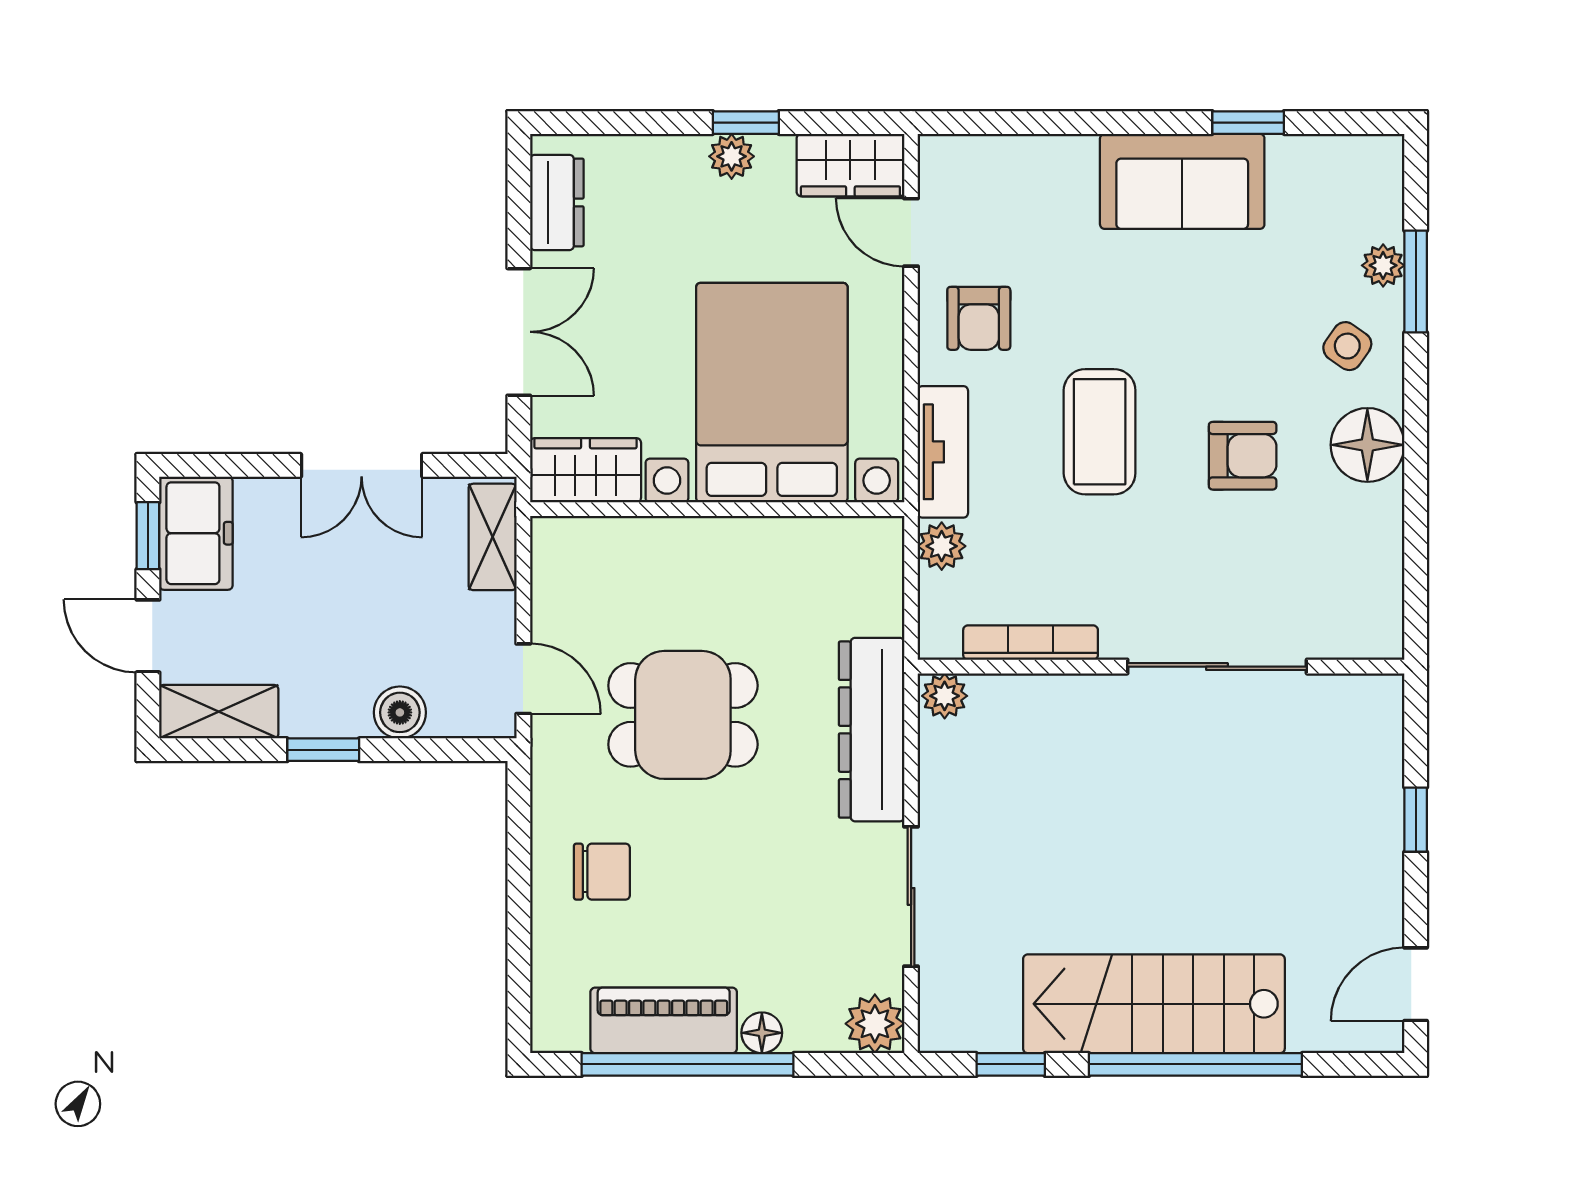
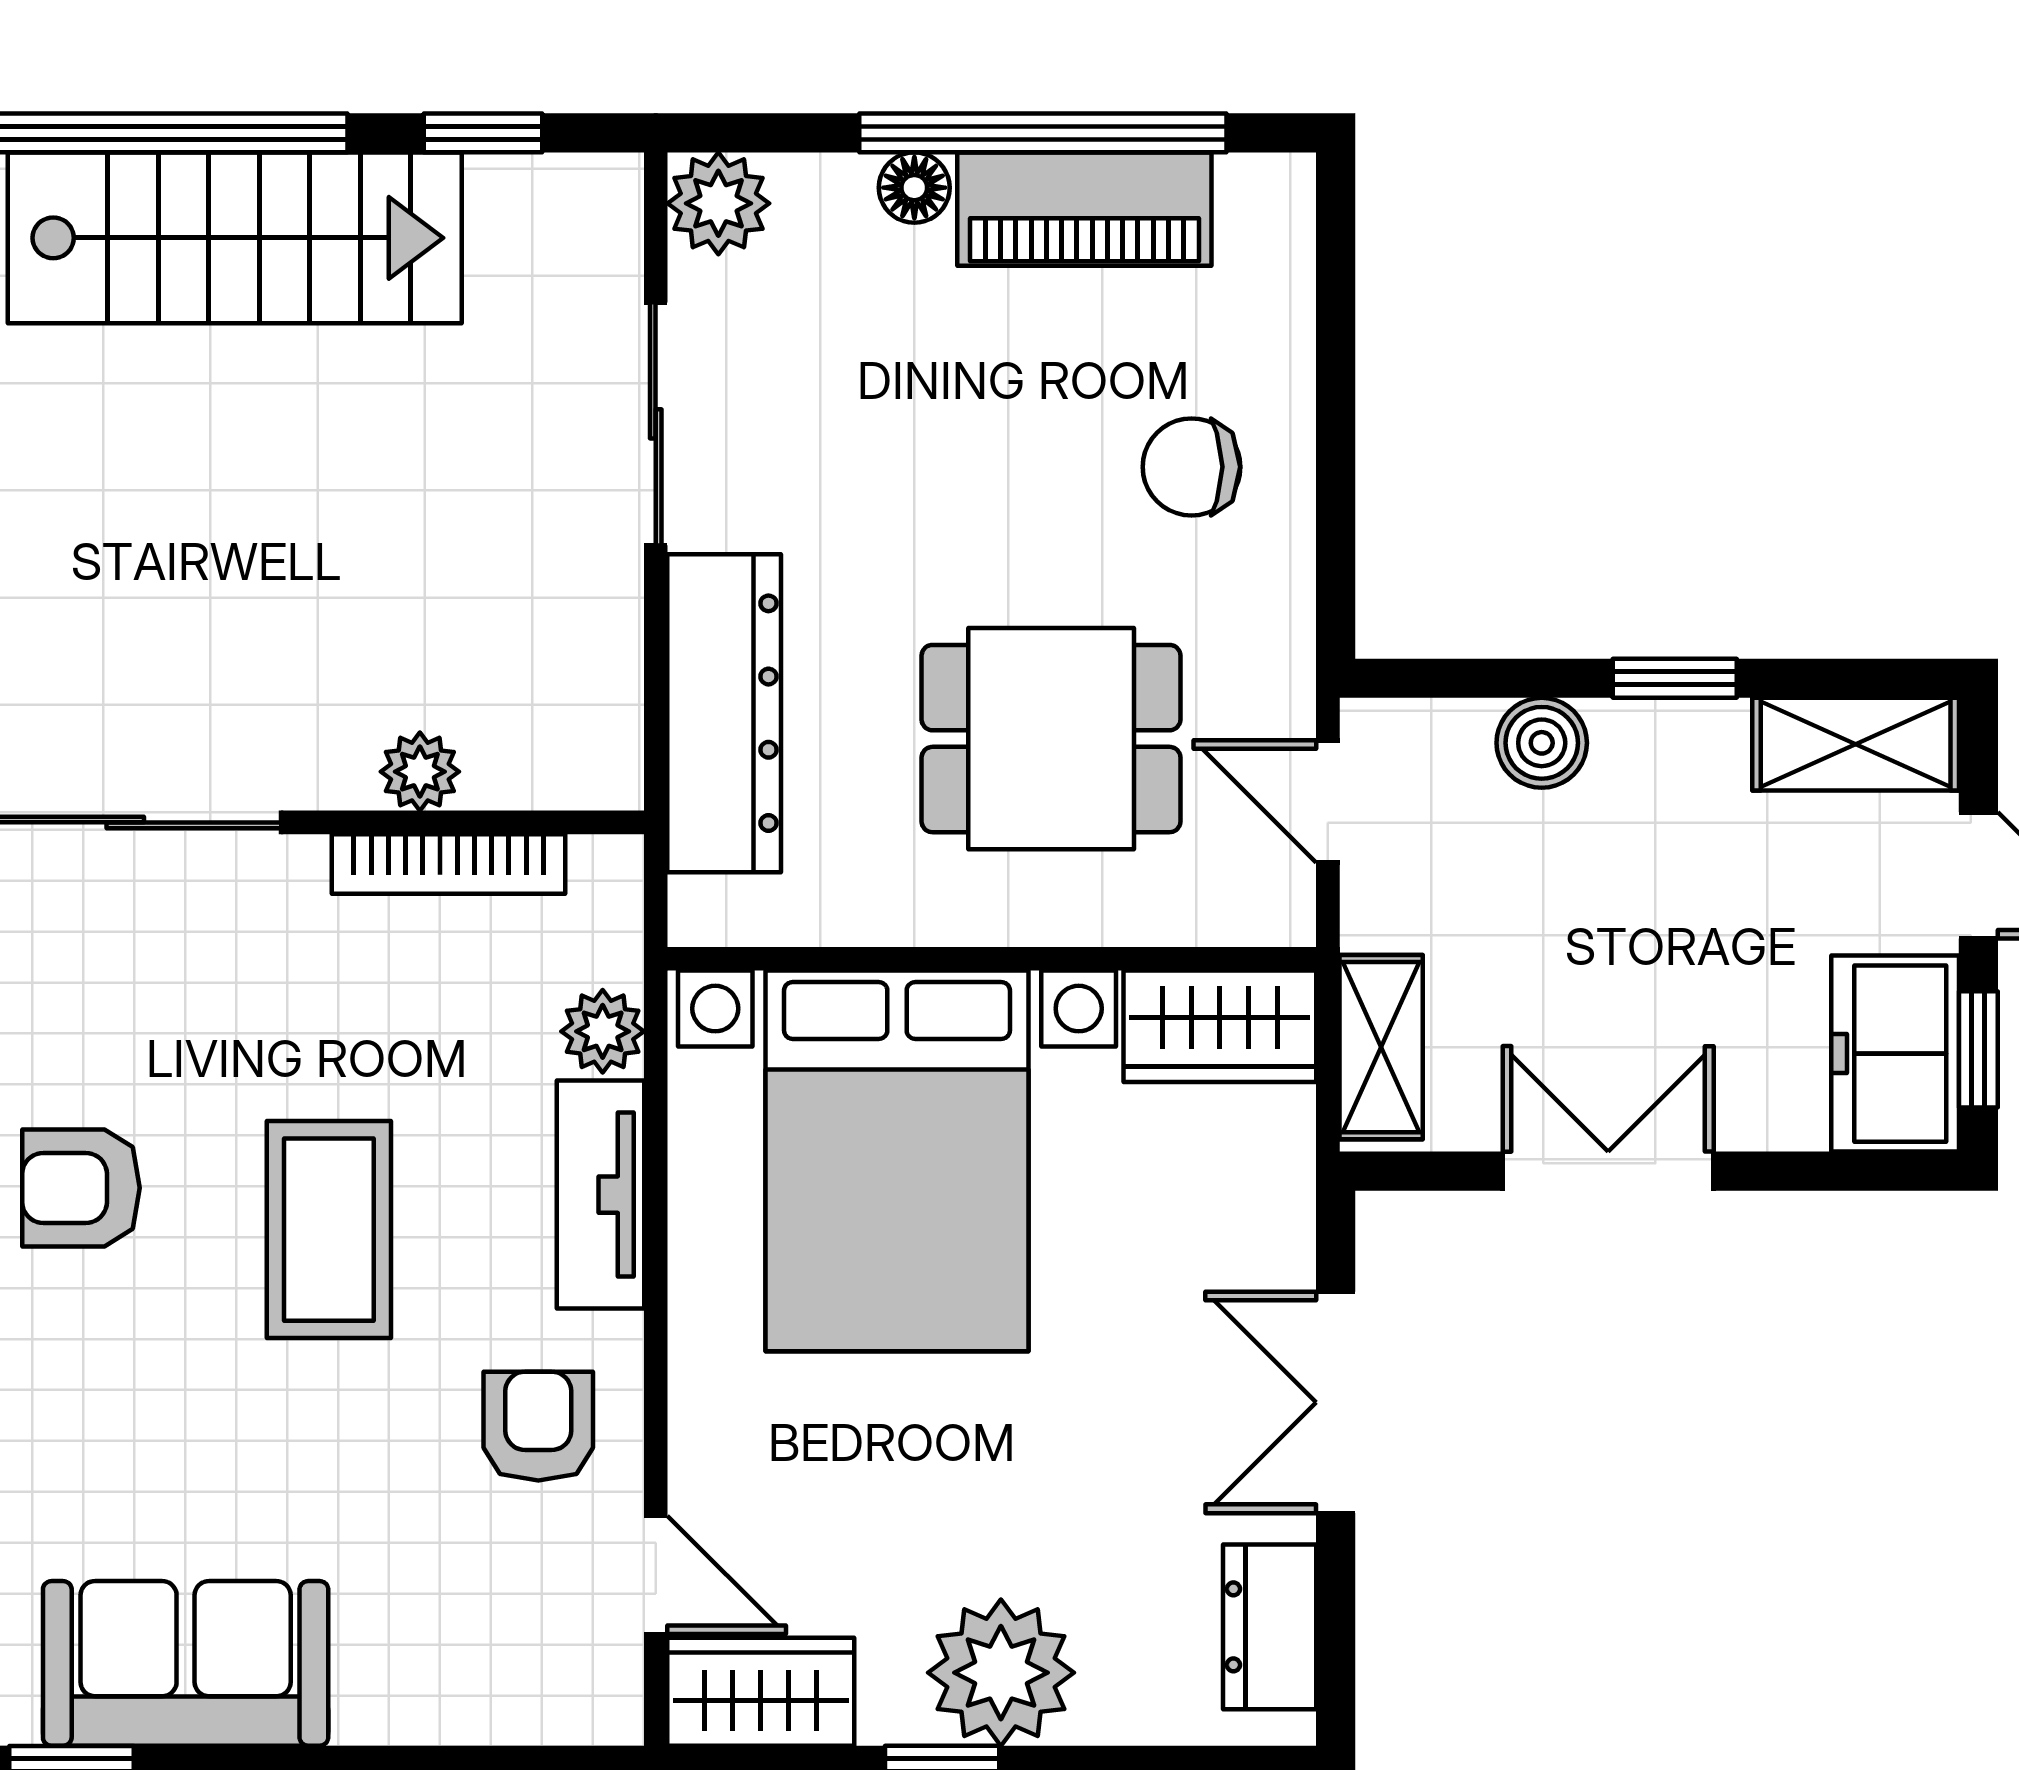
plant: (732, 156) -> (1001, 1673), width x1.87, depth x1.87
bed with nightstands: (772, 393) -> (897, 1161), moved
wardrobe: (586, 470) -> (1220, 1026), moved
wall: (717, 509) -> (992, 959), moved
plant: (945, 696) -> (420, 772), moved

